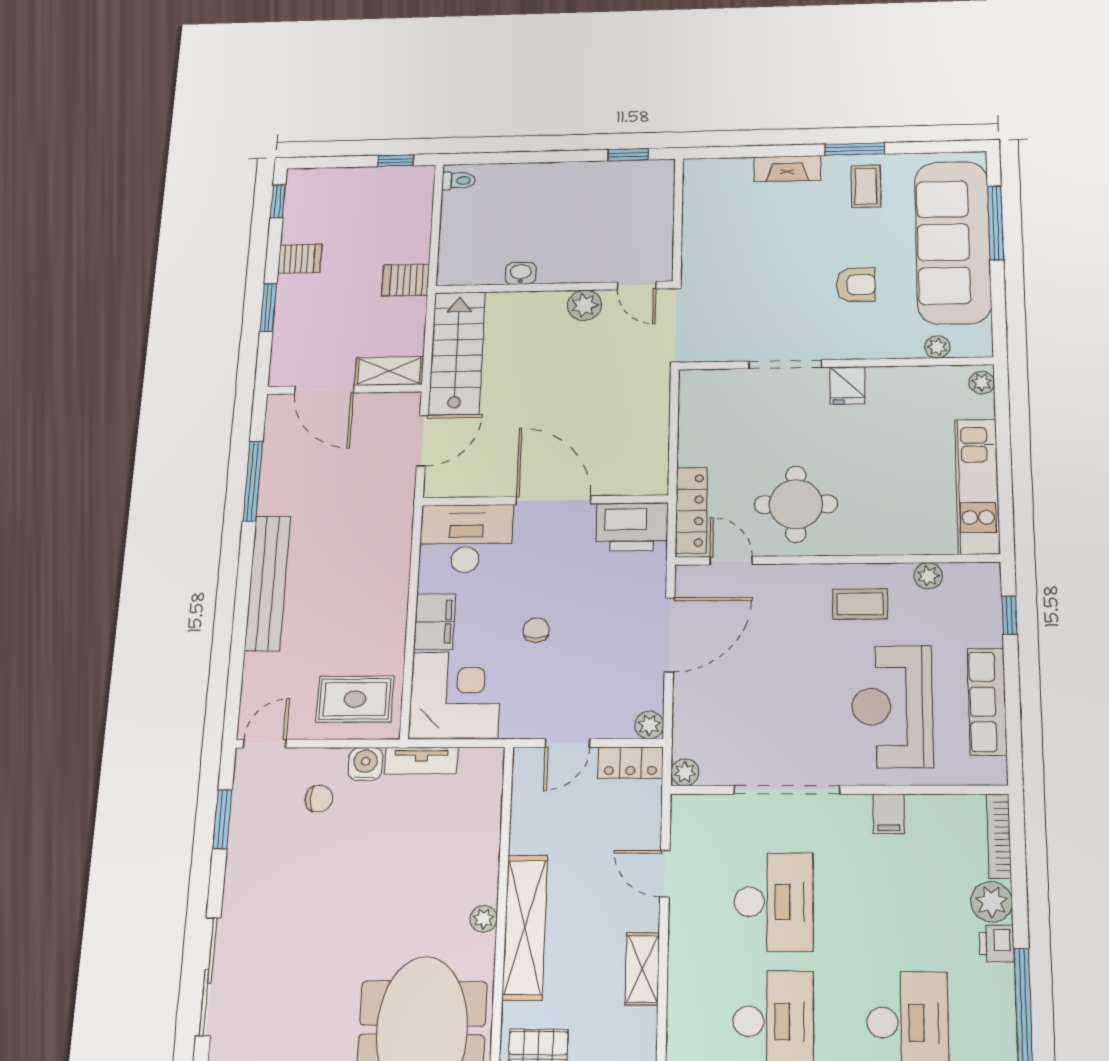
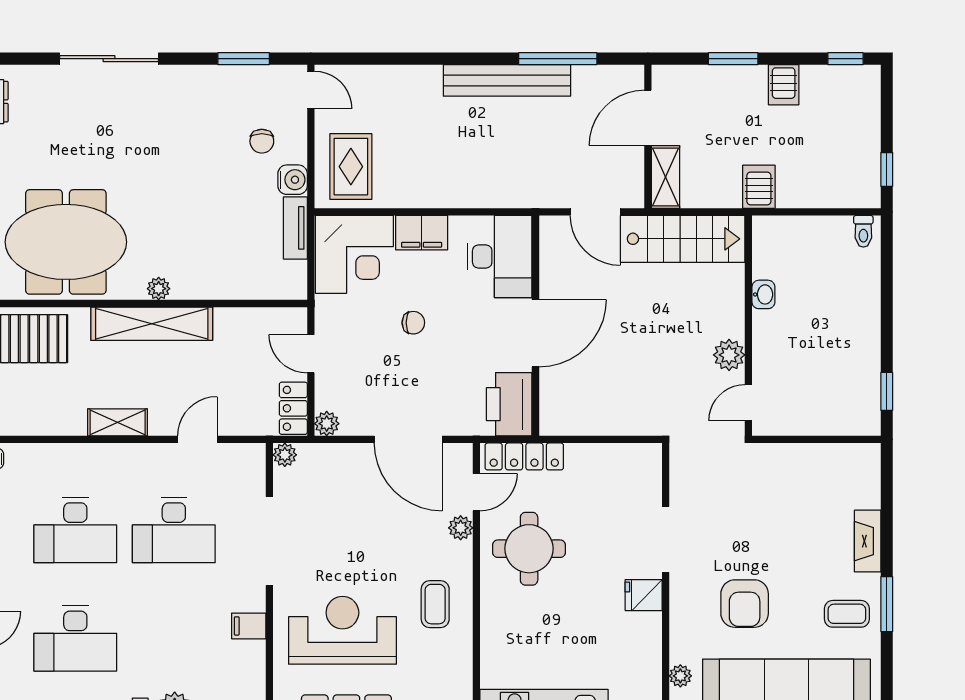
armchair: (856, 285) -> (745, 604), width x1.38, depth x1.38
plant: (928, 576) -> (461, 528), moved
bench: (268, 583) -> (507, 80), moved

